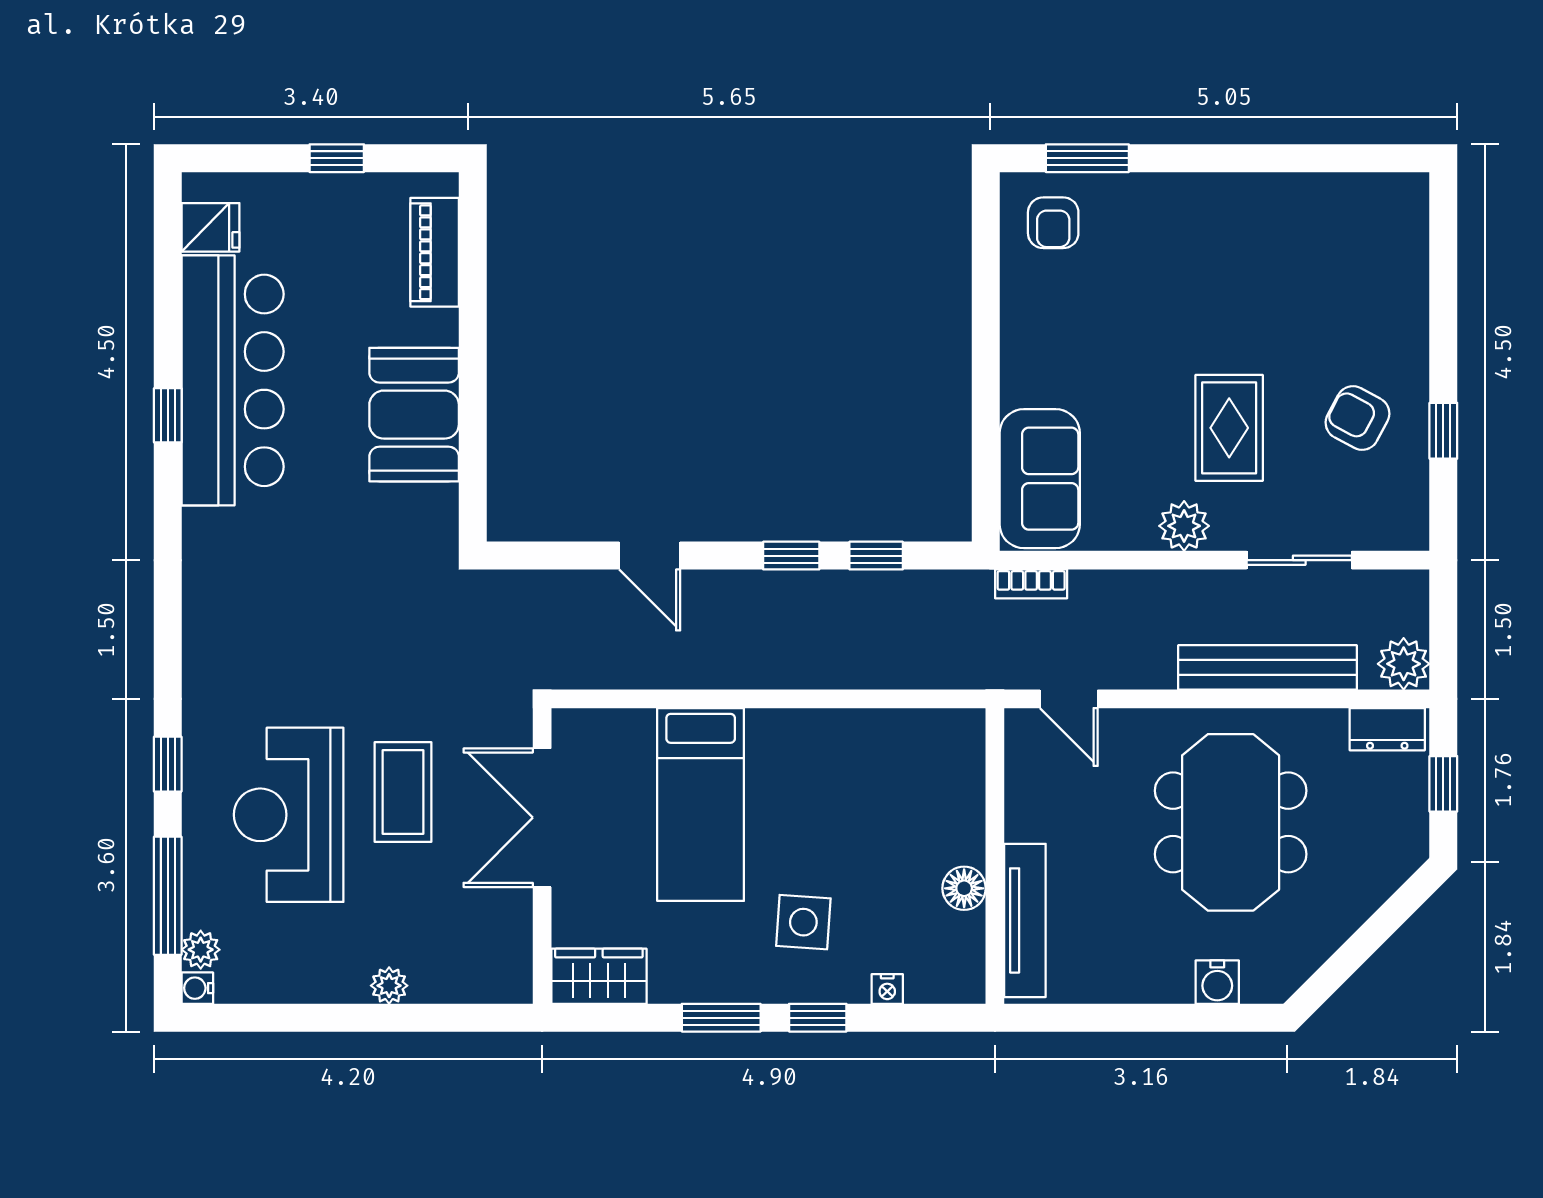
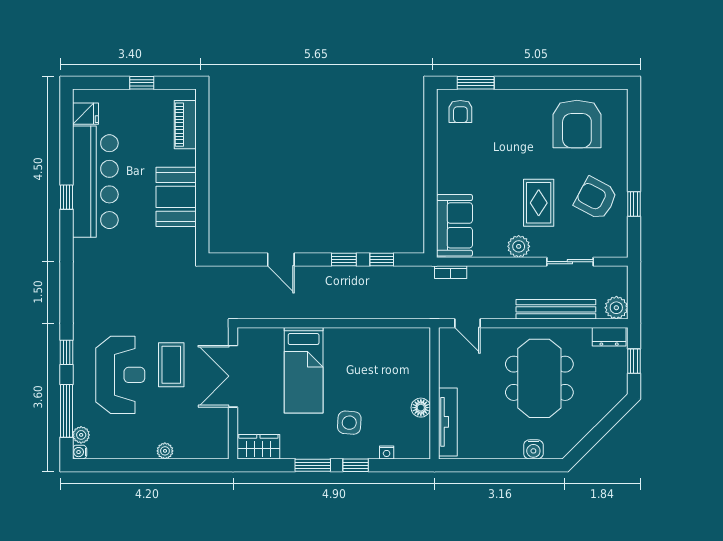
armchair: (1315, 251) -> (577, 124), added
armchair: (1358, 418) -> (596, 198), width x1.38, depth x1.38
reception desk: (289, 815) -> (120, 375), turned 180

